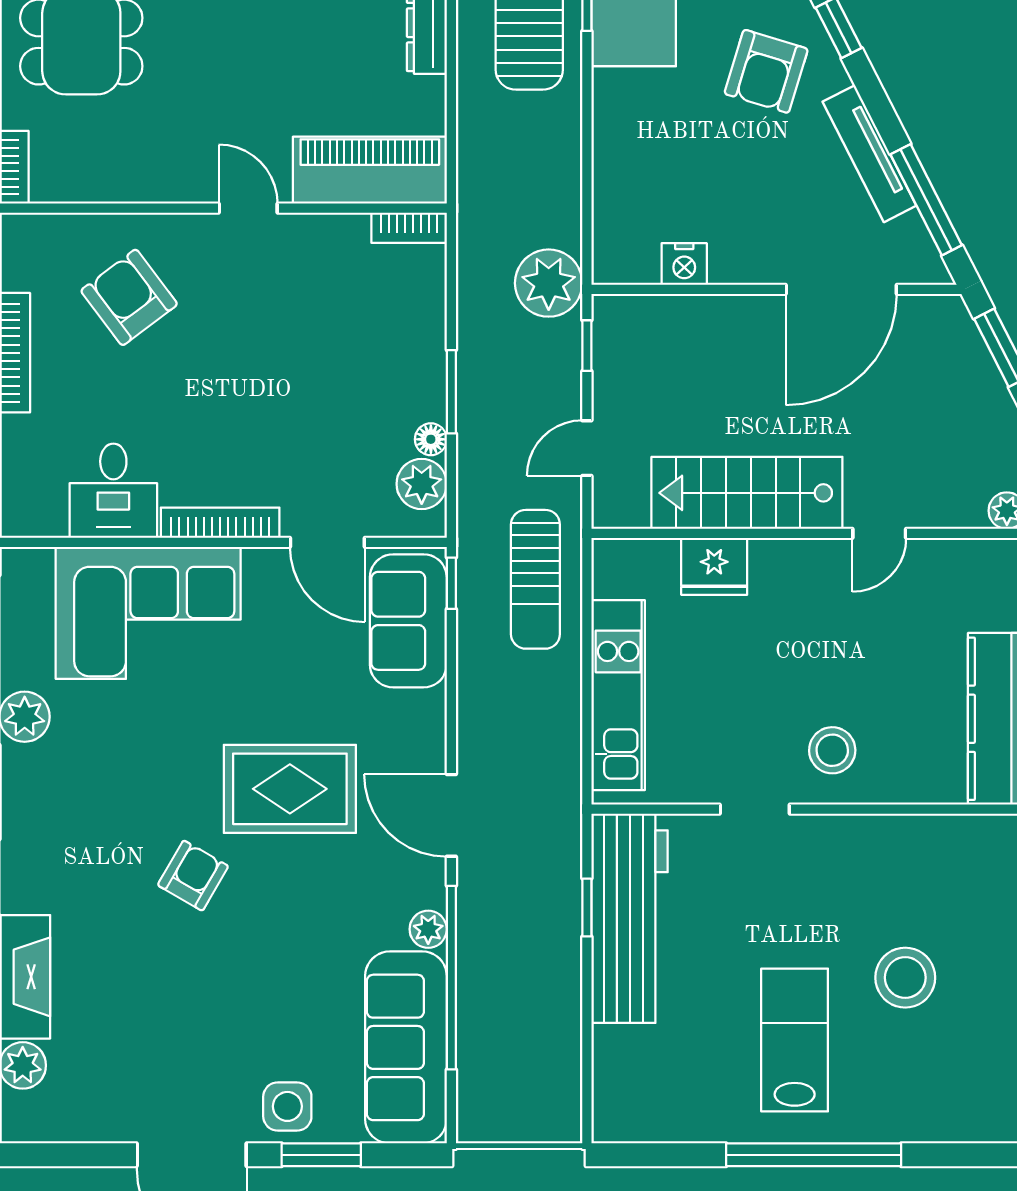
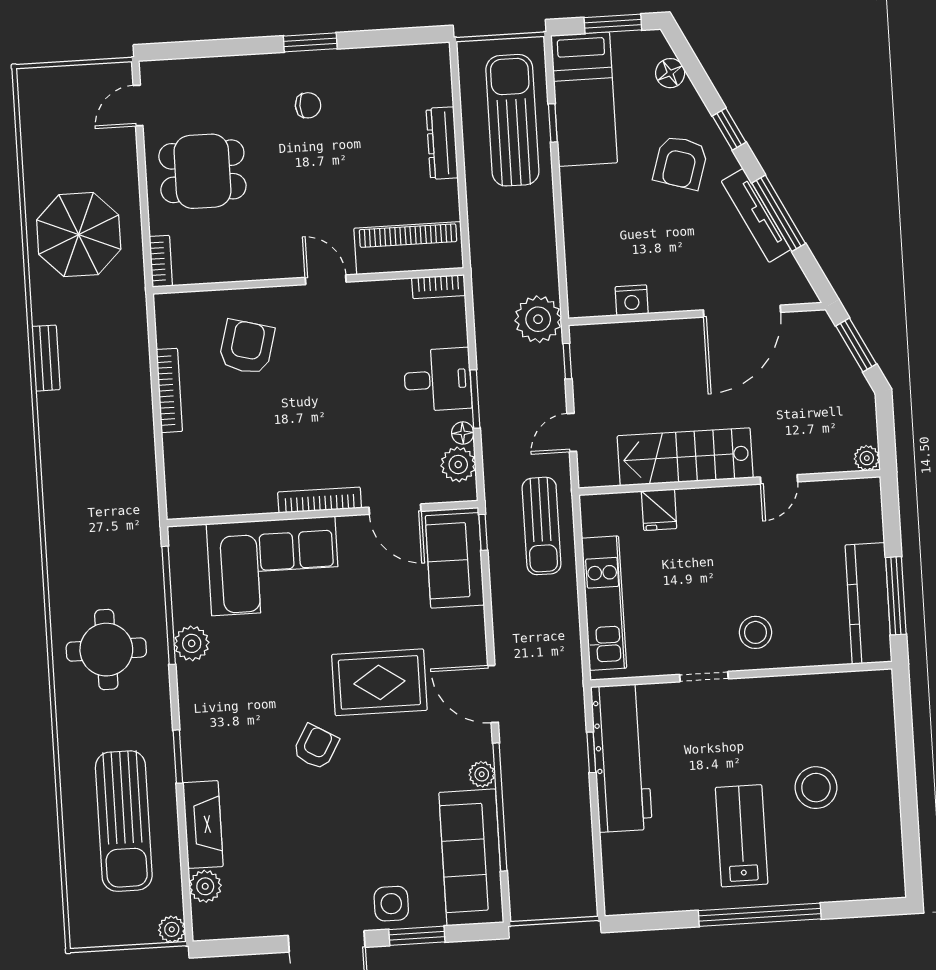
window: (926, 200) -> (779, 213), moved
armchair: (129, 297) -> (247, 347), turned 52
desk: (113, 491) -> (438, 380), moved, turned -90
fridge: (714, 566) -> (659, 510), width x0.72

